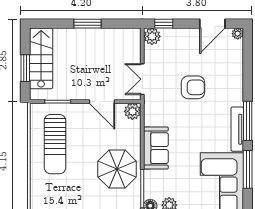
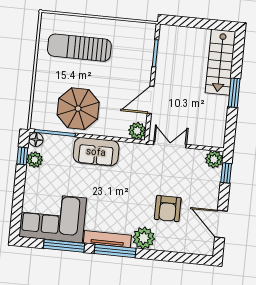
plant: (238, 34) -> (144, 238), moved, width x1.87, depth x1.87
stairs: (41, 58) -> (220, 62), moved, turned 90
window: (25, 68) -> (194, 23), removed
armchair: (193, 87) -> (168, 208), moved
sun lounger: (55, 144) -> (79, 48), moved

